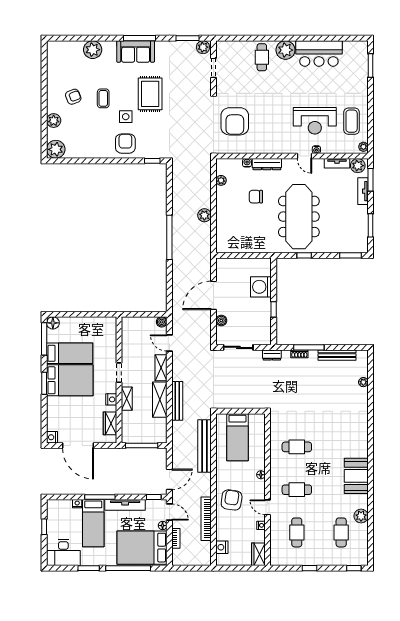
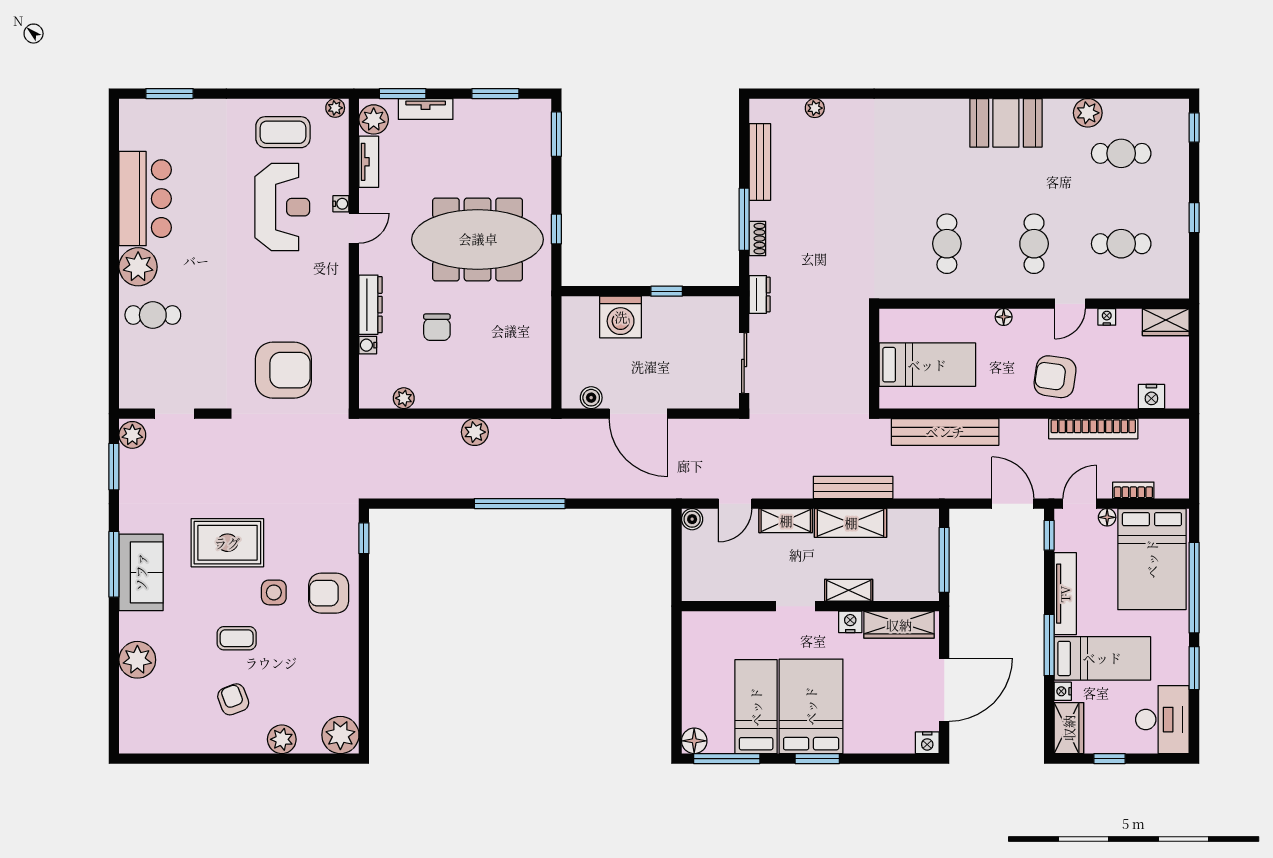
boiler: (221, 321) -> (591, 398), moved
wardrobe: (110, 423) -> (899, 625), width x1.50
wardrobe: (59, 507) -> (1069, 728), added

